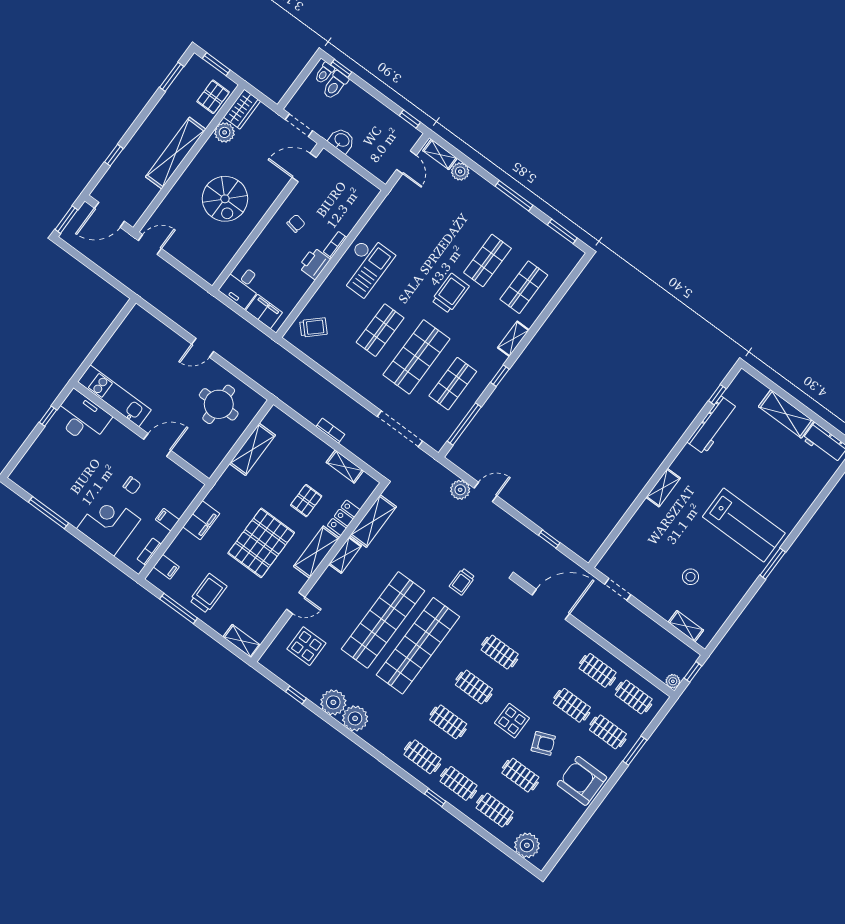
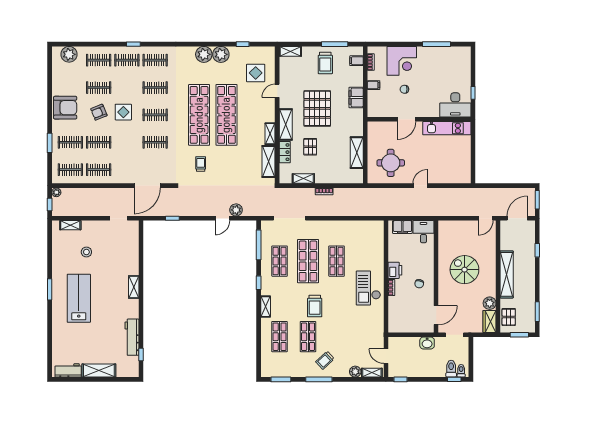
trolley: (313, 327) -> (325, 360), moved
lab bench: (744, 525) -> (79, 298), turned 90

